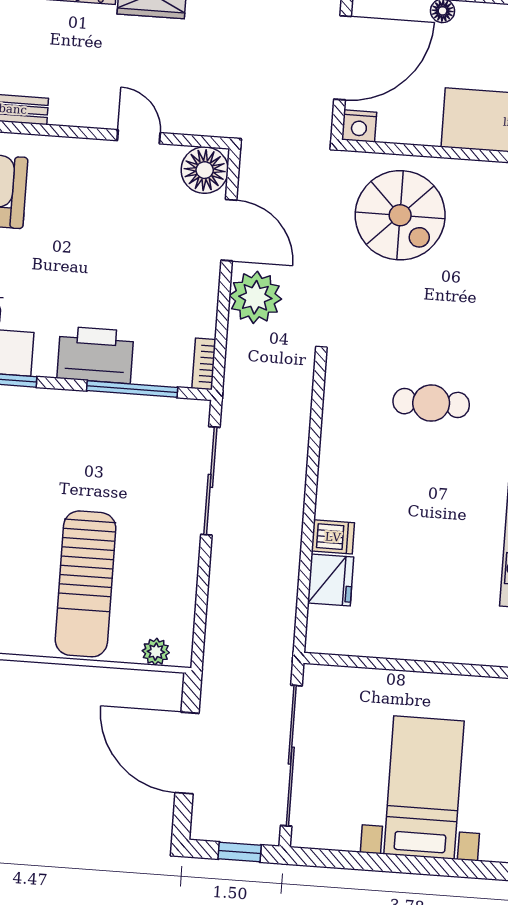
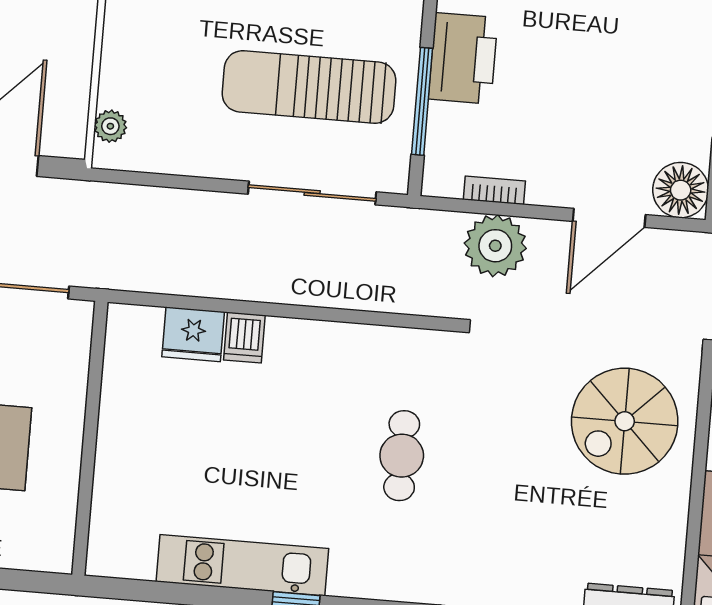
plant: (255, 297) -> (495, 246), moved
bookcase: (204, 364) -> (494, 190), moved
sun lounger: (85, 584) -> (309, 87), moved

